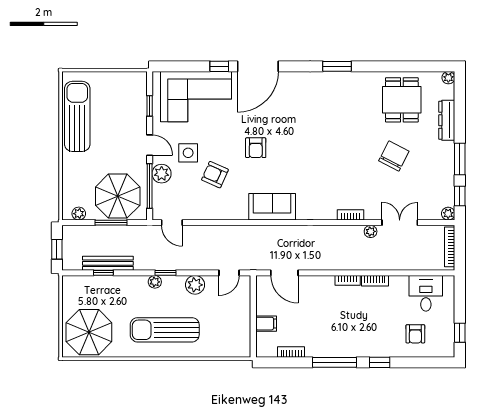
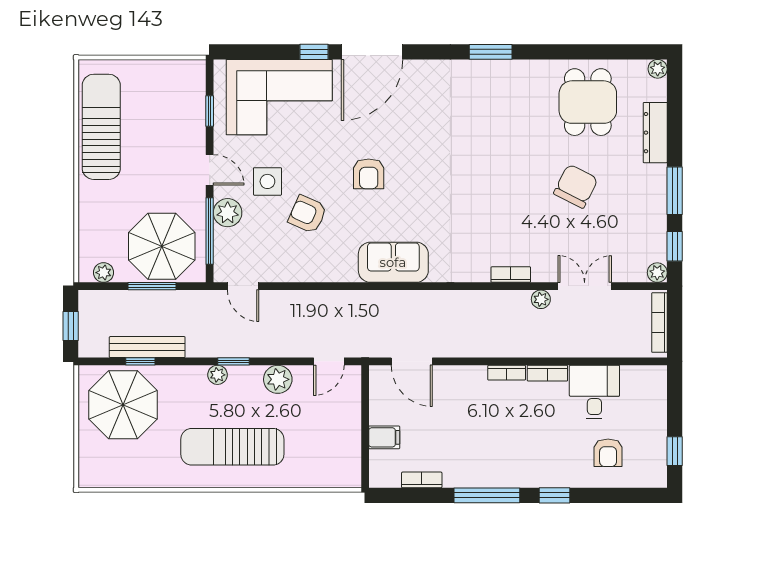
desk: (426, 293) -> (594, 392), moved
parasol: (89, 332) -> (123, 405), moved

